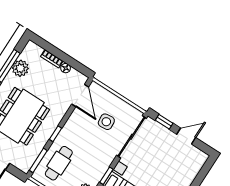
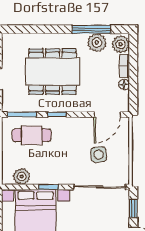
plant: (33, 51) -> (121, 44), added

